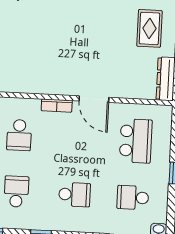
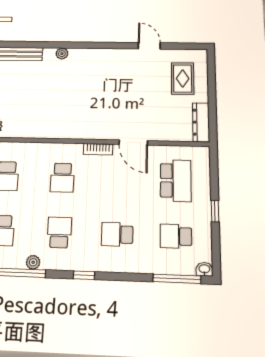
school desk: (75, 195) -> (117, 234), turned 180

